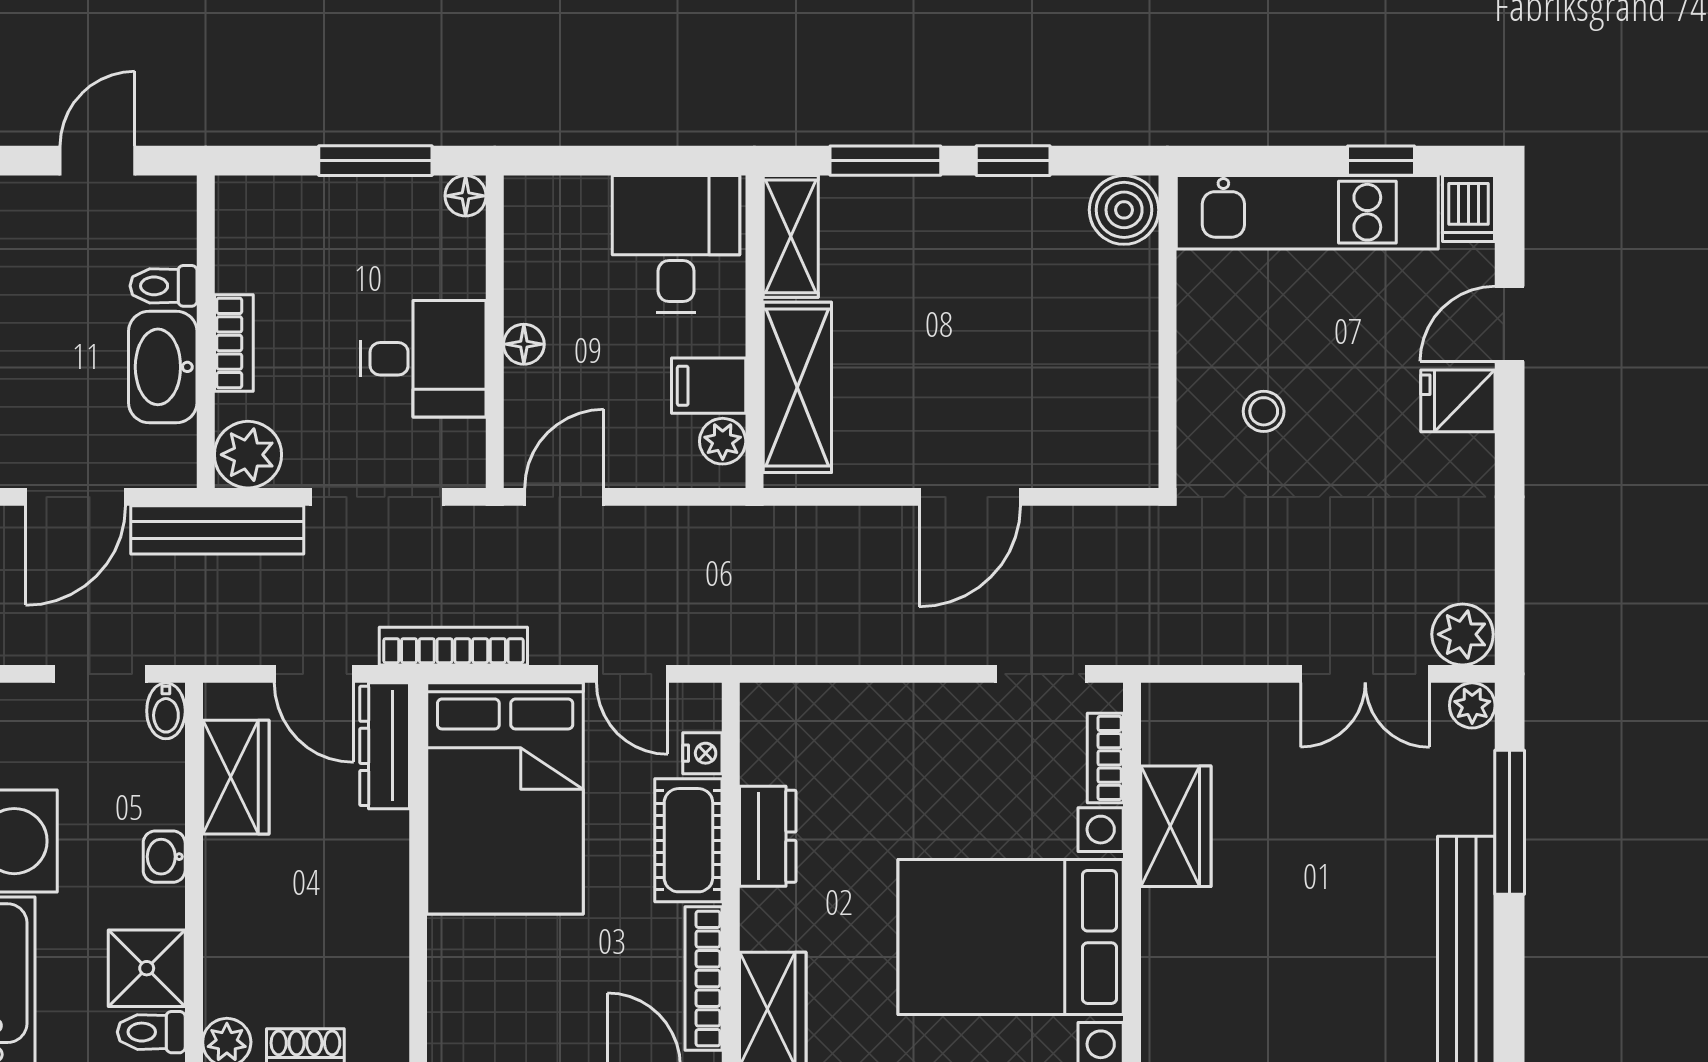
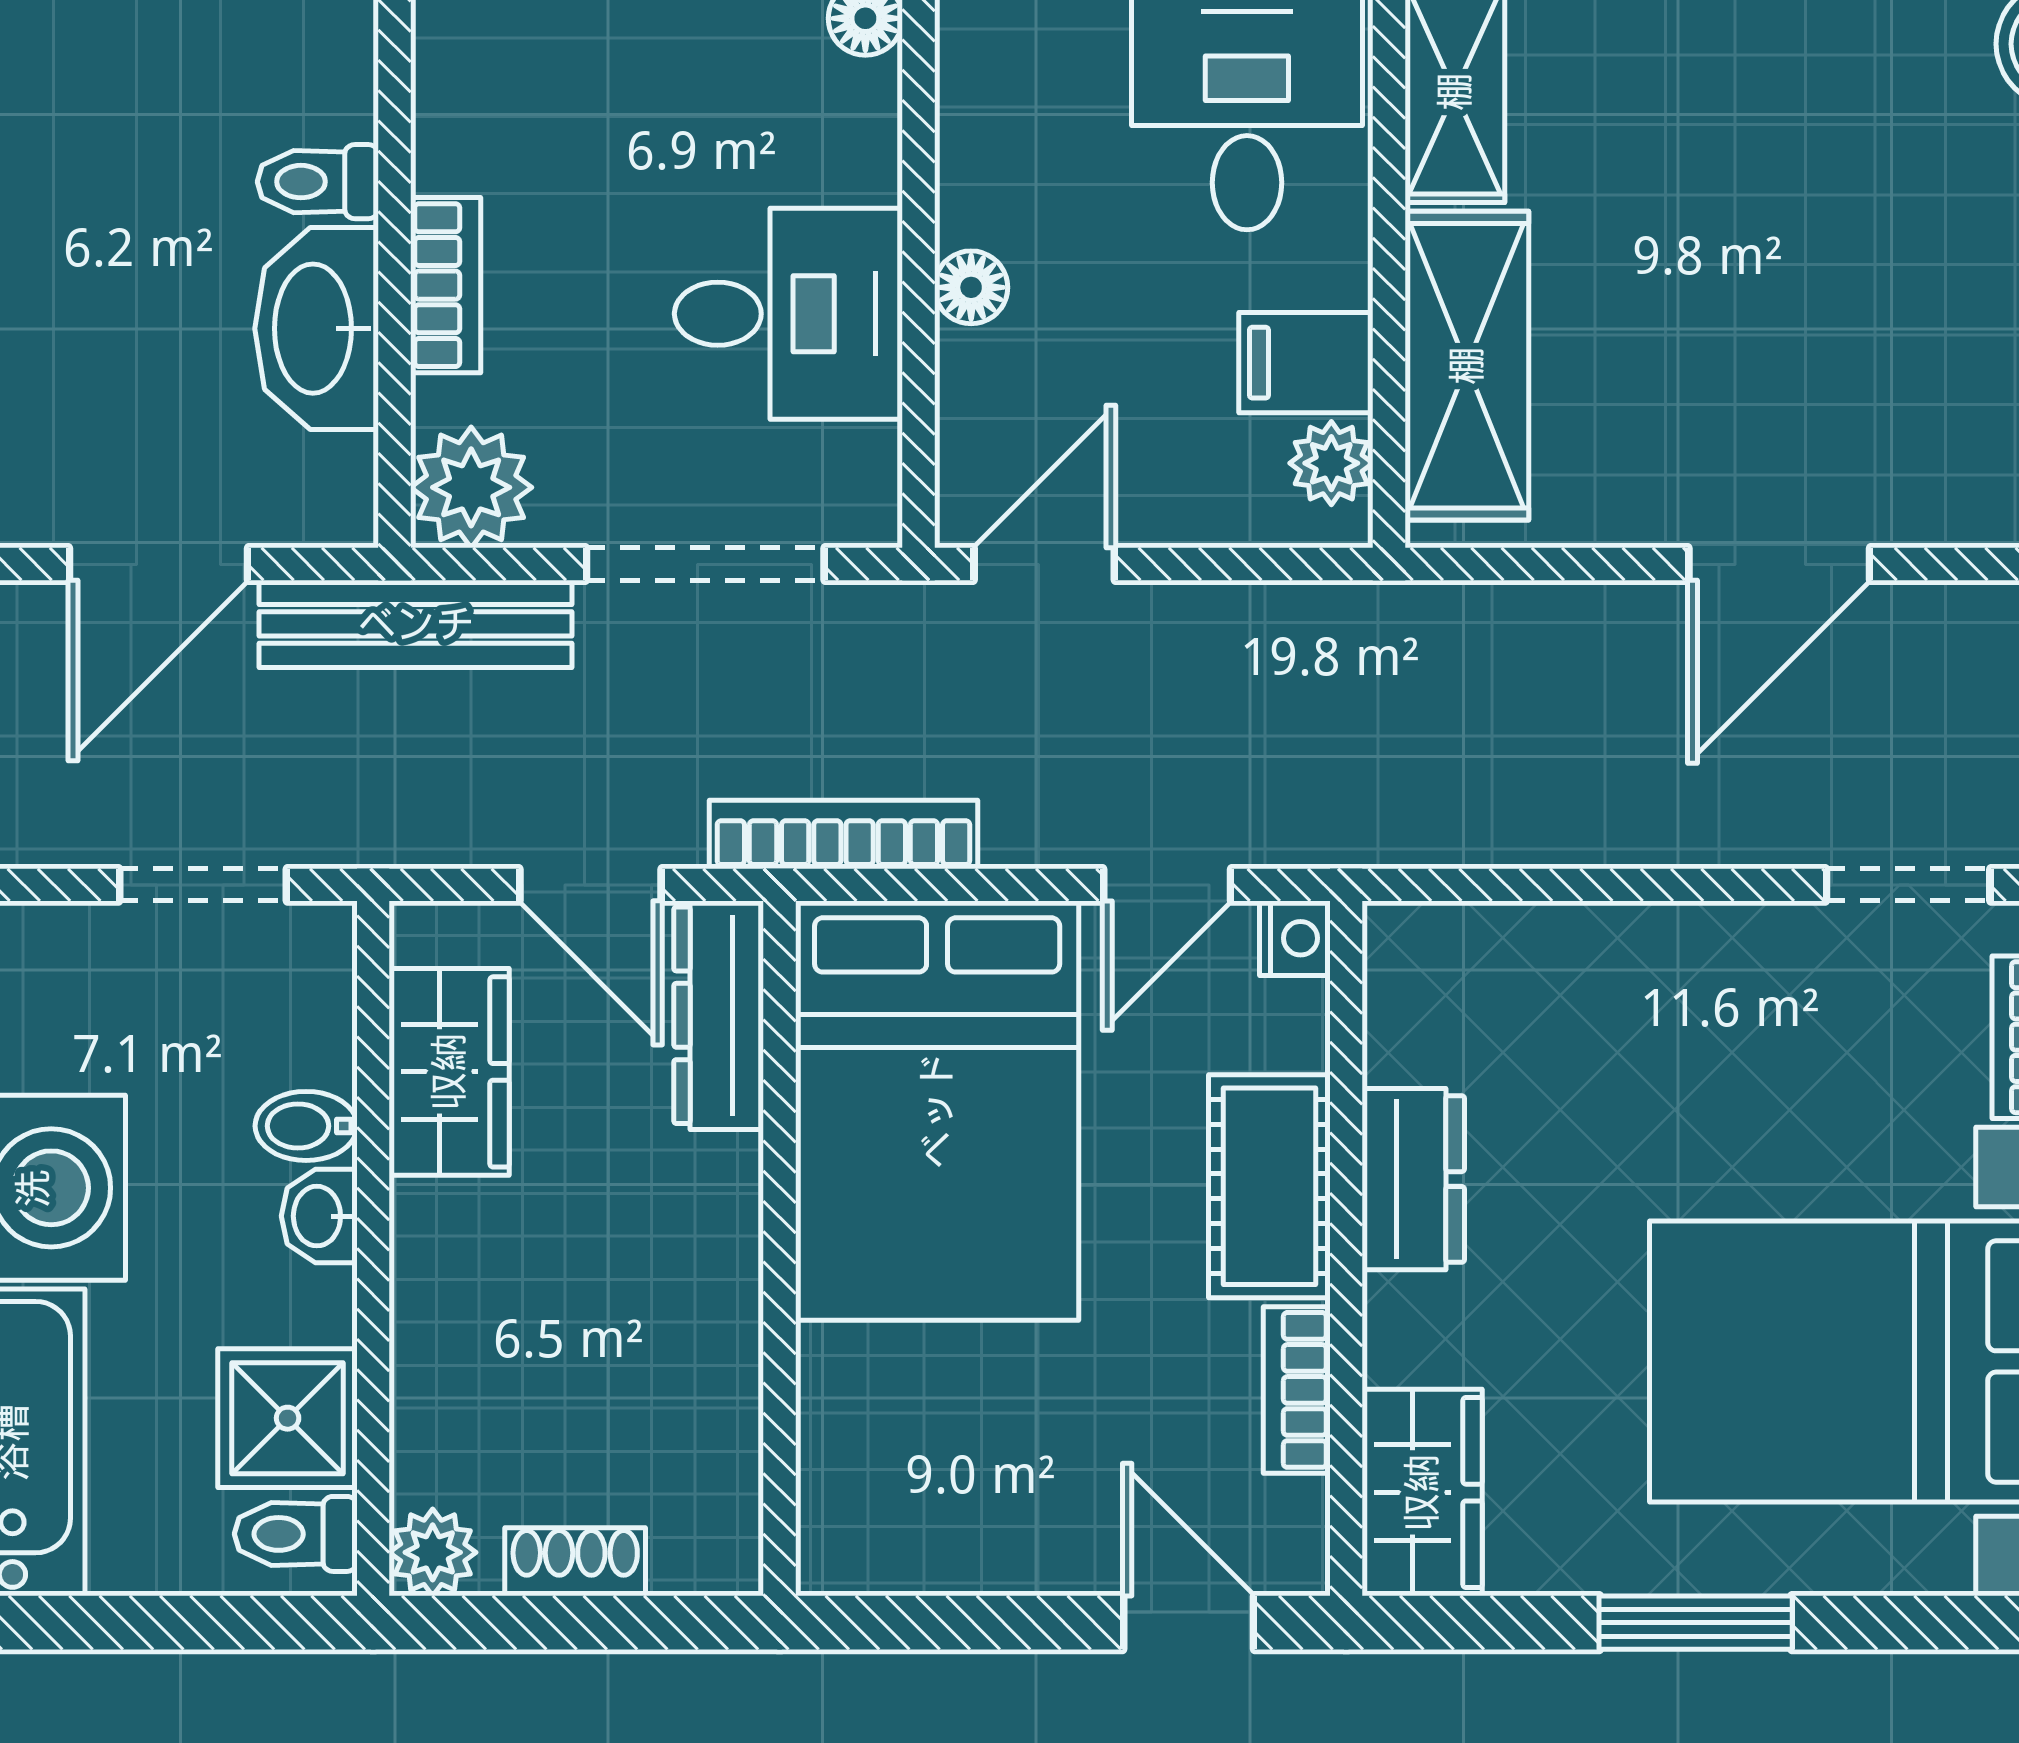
door: (632, 674) -> (1167, 885), hinge flipped
bidet: (166, 711) -> (306, 1126), moved, turned 90
nightstand: (702, 753) -> (1295, 938), moved
bookcase: (704, 978) -> (1297, 1390), width x0.64

